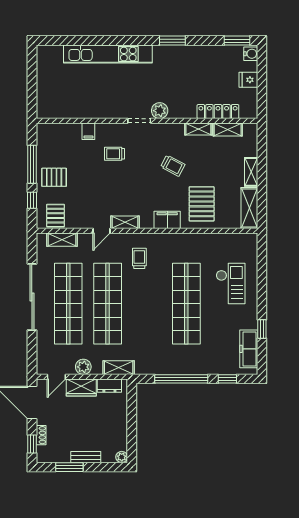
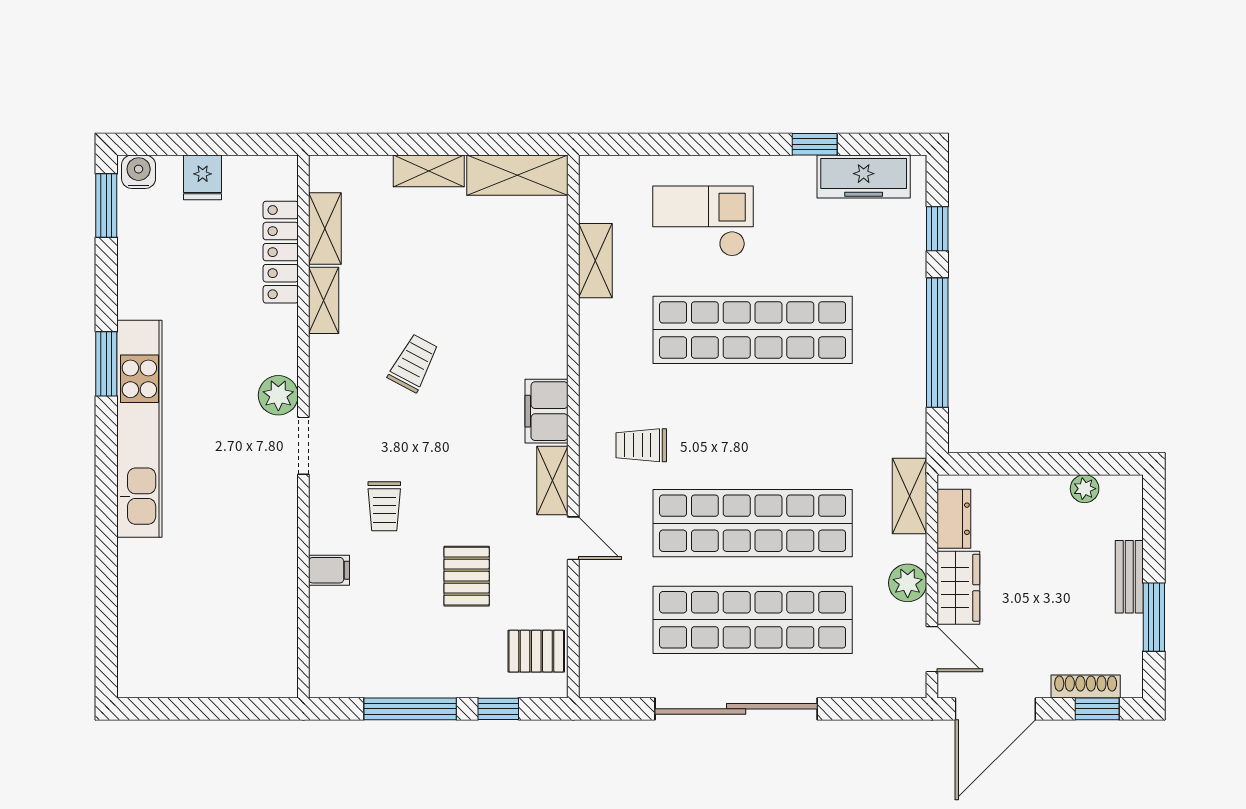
kitchen unit: (108, 54) -> (139, 429), moved
pallet: (54, 177) -> (467, 576), moved
pallet: (202, 204) -> (507, 292), removed
filing cabinet: (167, 220) -> (547, 411), moved
shelving: (62, 240) -> (595, 261), moved
shoe rack: (41, 435) -> (1086, 687), width x1.43
plant: (122, 457) -> (1085, 489), moved

